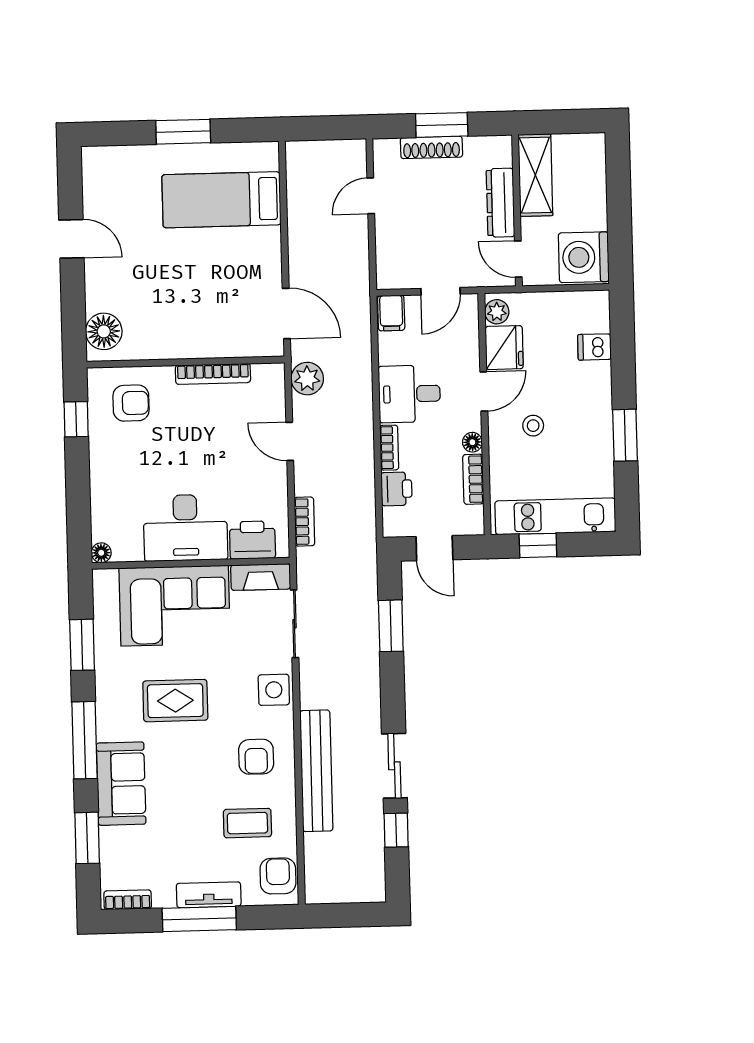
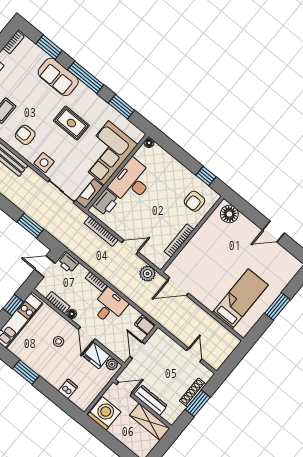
printer: (397, 489) -> (68, 263), moved
bookcase: (304, 522) -> (101, 231), width x1.56
rug: (175, 701) -> (71, 123), turned 90

